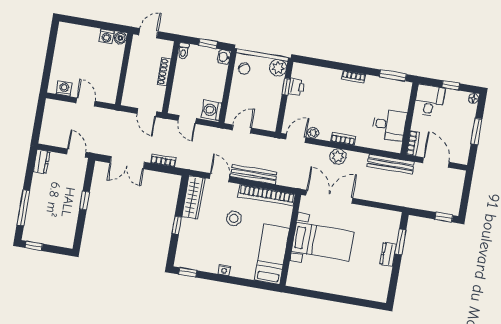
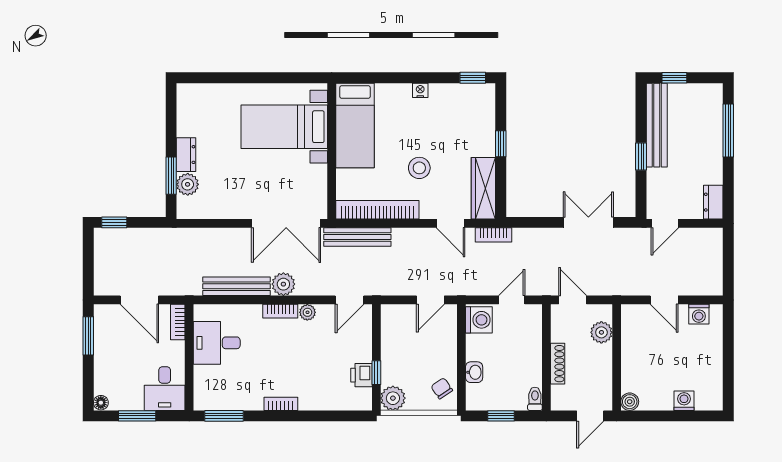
washing machine: (107, 36) -> (684, 401), moved
washbasin: (224, 57) -> (474, 372), moved
window: (451, 85) -> (137, 416), width x1.50
plant: (131, 88) -> (601, 332), added
door: (187, 120) -> (512, 300), hinge flipped
window: (477, 131) -> (88, 336), moved
plant: (313, 133) -> (307, 312), moved
door: (76, 153) -> (665, 223), hinge flipped
bookcase: (163, 160) -> (493, 235), moved
bench: (391, 164) -> (236, 286), moved
bench: (254, 174) -> (357, 237), moved
bench: (70, 220) -> (657, 125), added
plant: (390, 234) -> (188, 184), added
bed with nightstands: (323, 241) -> (284, 127), moved
window: (34, 246) -> (674, 78), moved

